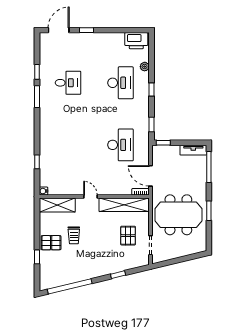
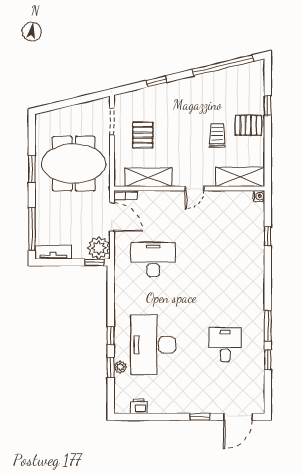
printer: (136, 41) -> (139, 406), width x0.53, depth x0.68
desk: (68, 83) -> (225, 345), turned 90
desk: (120, 83) -> (153, 345), width x1.36, depth x1.30
window: (151, 124) -> (111, 367), moved
desk: (120, 145) -> (153, 259), turned 90
plant: (160, 153) -> (99, 248), added
door: (90, 197) -> (194, 189), hinge flipped
shelving: (124, 205) -> (148, 177), width x0.68

